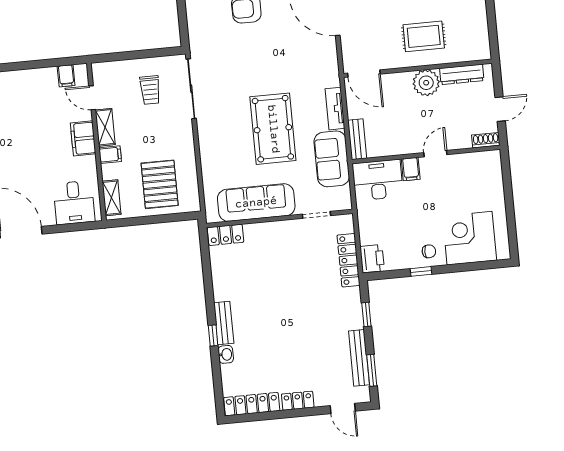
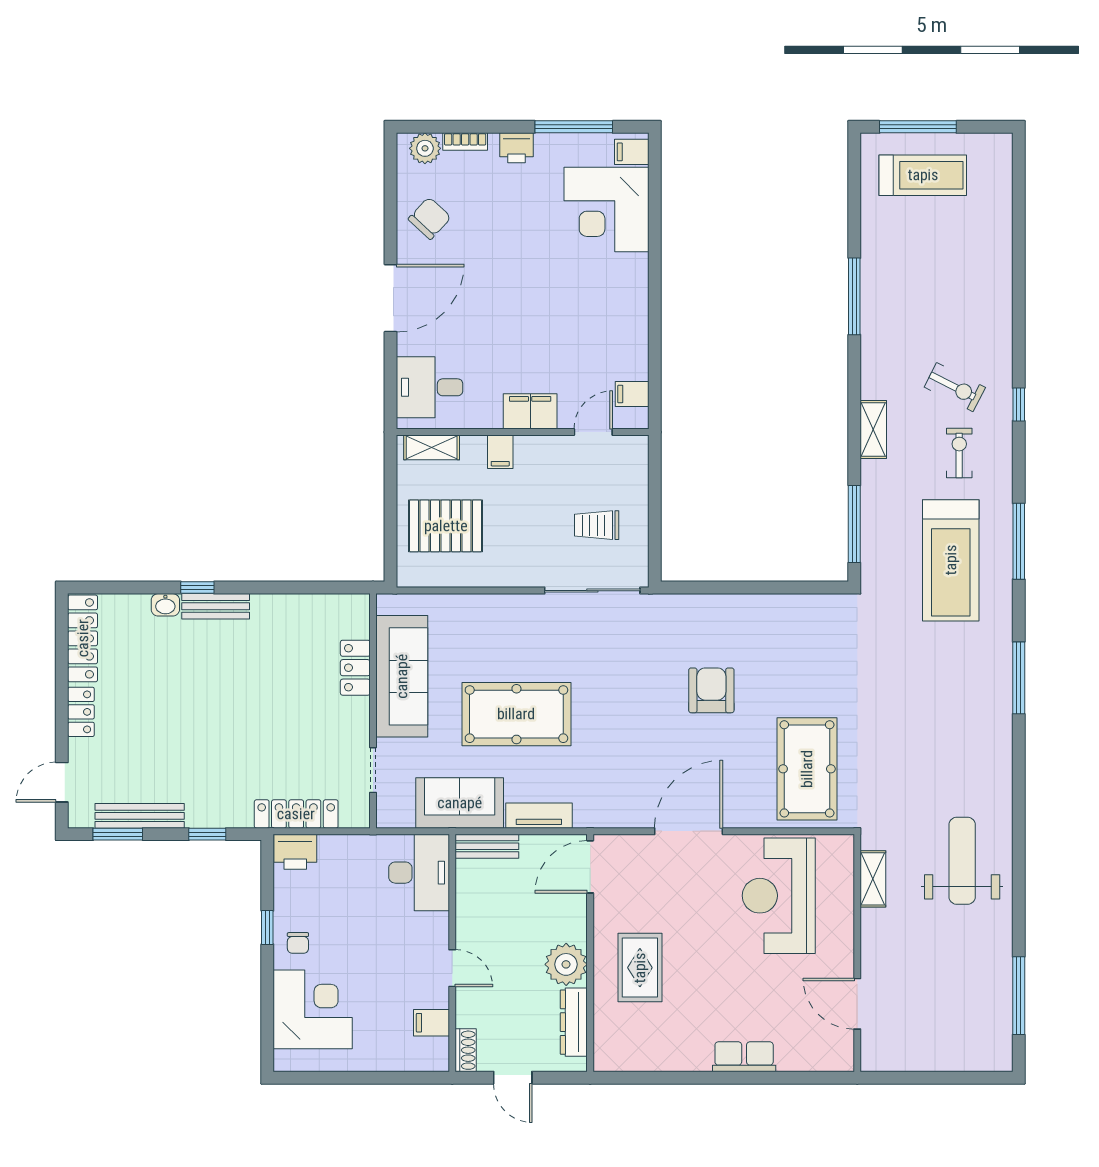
shelving: (105, 127) -> (544, 448), removed
filing cabinet: (411, 169) -> (431, 1023), moved
locker: (226, 235) -> (355, 668), moved

